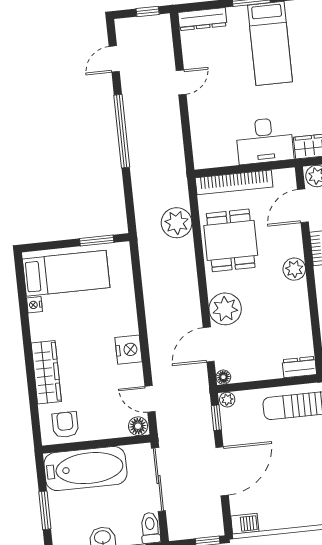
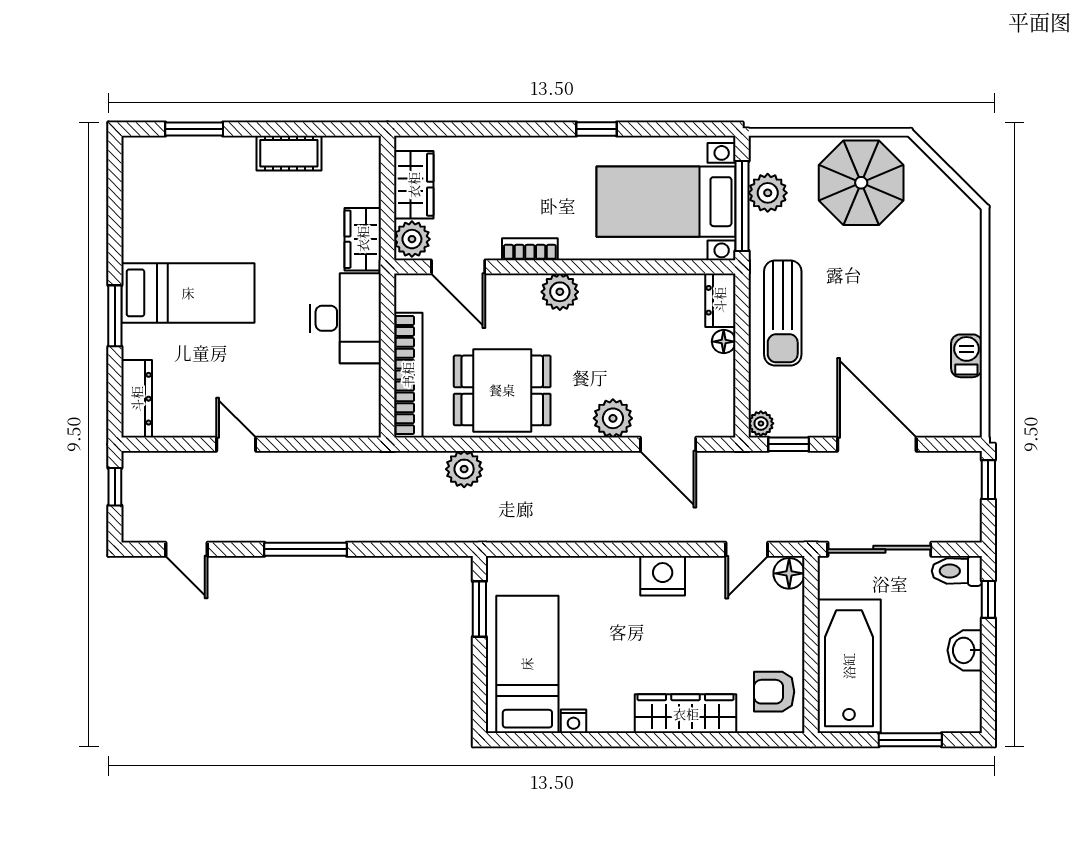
window: (122, 131) -> (305, 549), width x0.68
plant: (177, 223) -> (464, 469), width x0.73, depth x0.73
plant: (225, 309) -> (613, 418), width x0.73, depth x0.73
floor lamp: (223, 377) -> (724, 342), moved
barbecue: (245, 524) -> (966, 356), moved

